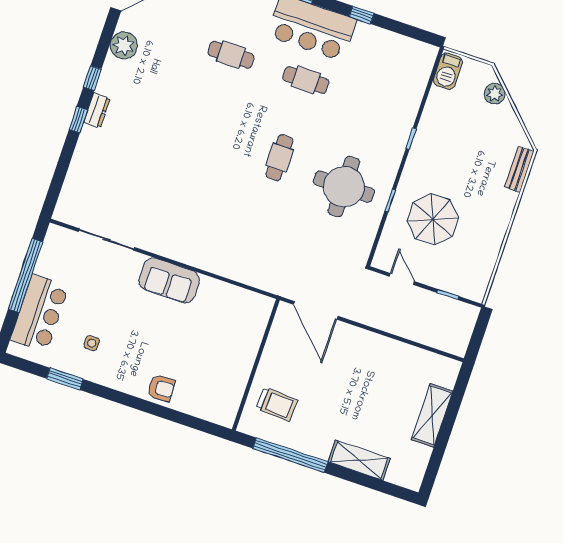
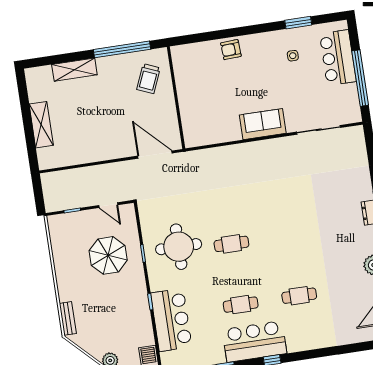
bar counter: (397, 104) -> (171, 320), added
cafe table: (280, 158) -> (231, 244), turned 90
trolley: (277, 404) -> (148, 79), turned -70

